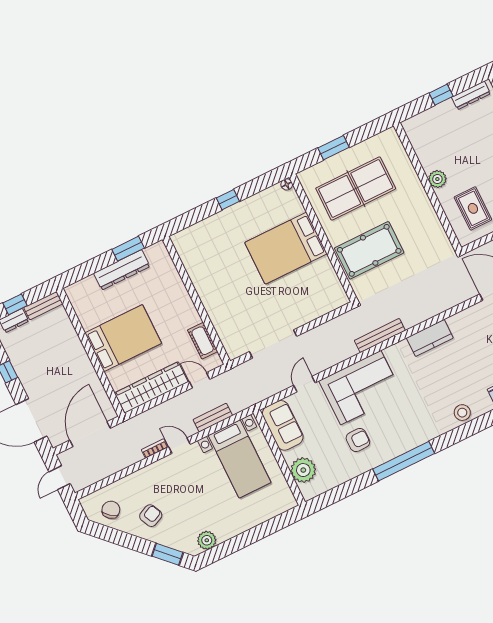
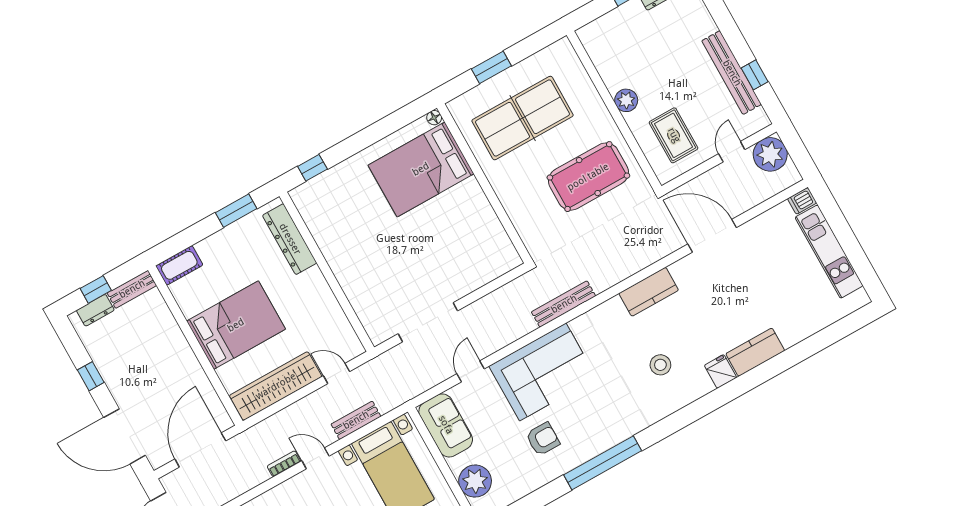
window: (228, 200) -> (312, 168), moved
bed: (286, 248) -> (421, 169), moved
pool table: (369, 250) -> (588, 177), moved
dresser: (122, 270) -> (290, 239), moved, turned 90
kitchen counter: (430, 338) -> (649, 292), moved
cot: (203, 341) -> (179, 265), moved, turned 90
stool: (462, 413) -> (660, 365), moved

